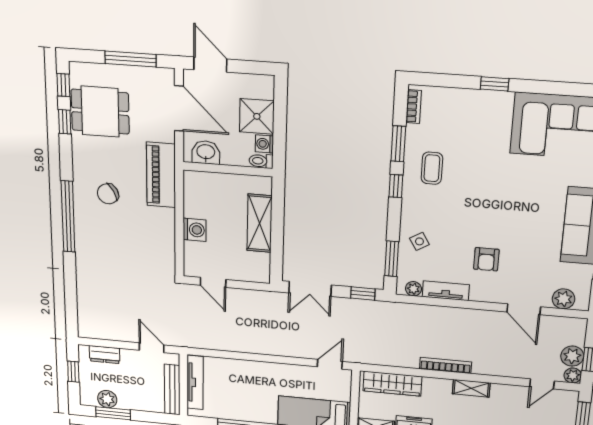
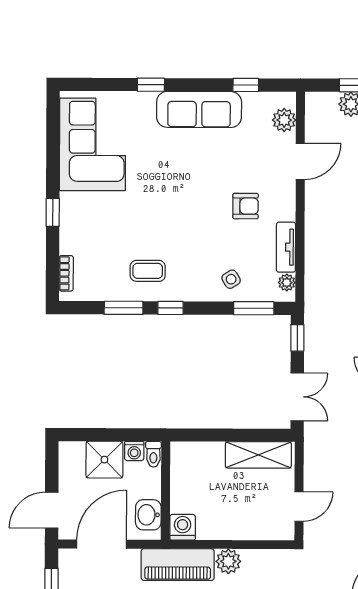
bookcase: (414, 107) -> (66, 273), moved, turned 90
plant: (164, 219) -> (228, 561), added
shelving: (260, 223) -> (258, 455), moved
washing machine: (195, 230) -> (183, 527), moved

